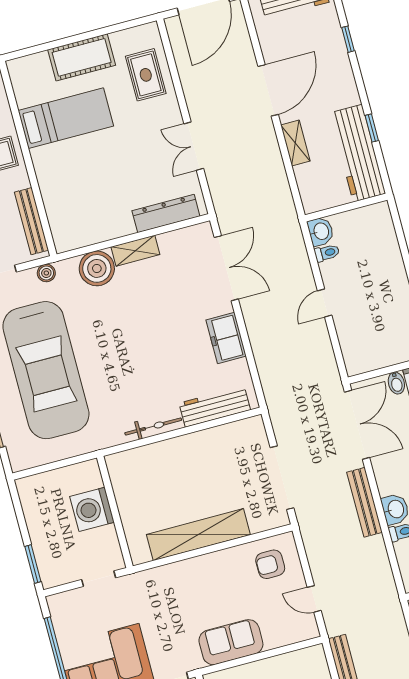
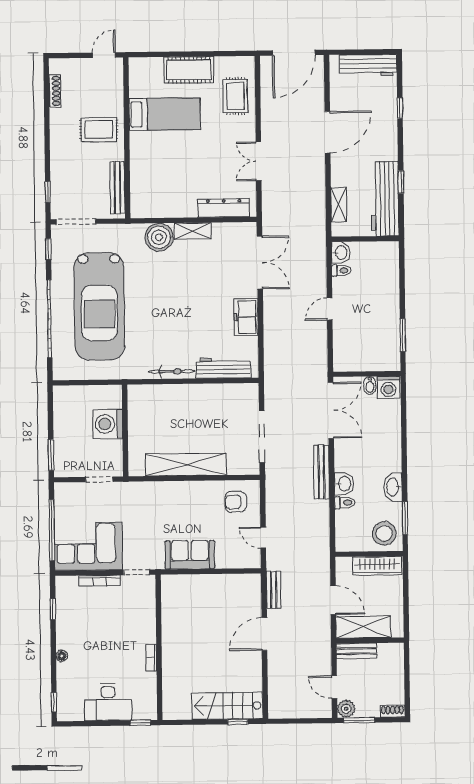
shelving: (295, 143) -> (339, 205), moved
boiler: (46, 273) -> (119, 231), removed

